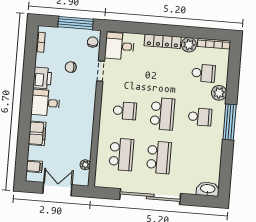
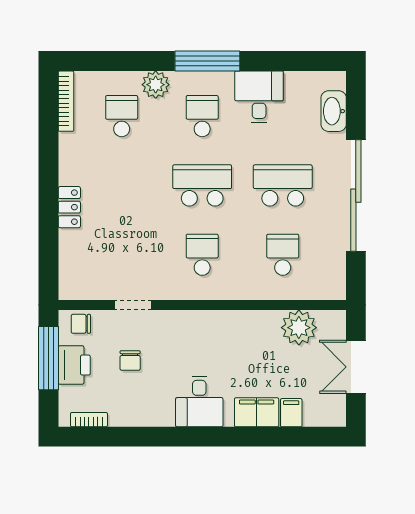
locker: (163, 41) -> (69, 207), width x0.66
plant: (189, 45) -> (72, 147), removed
desk: (119, 46) -> (259, 97), moved, turned 180
printer: (42, 78) -> (74, 365), moved, turned 90
school desk: (121, 154) -> (283, 255), width x0.54
plant: (85, 165) -> (299, 328), width x1.88, depth x1.88
filing cabinet: (34, 166) -> (291, 413), moved
washbasin: (208, 189) -> (334, 111), moved

